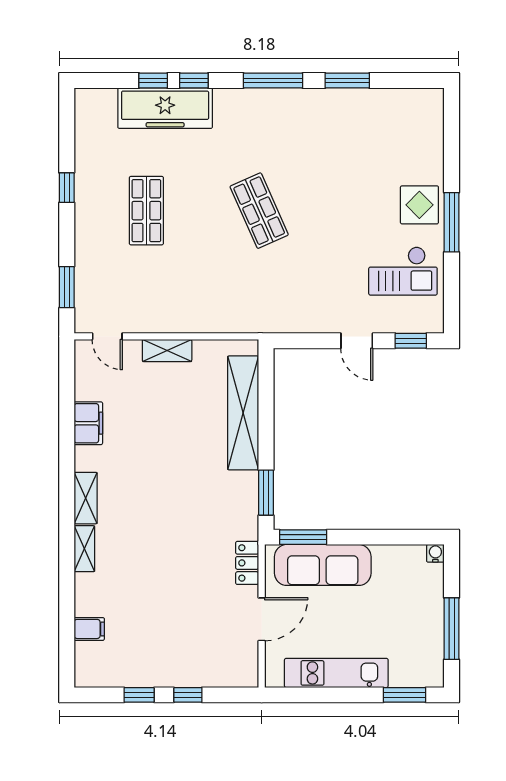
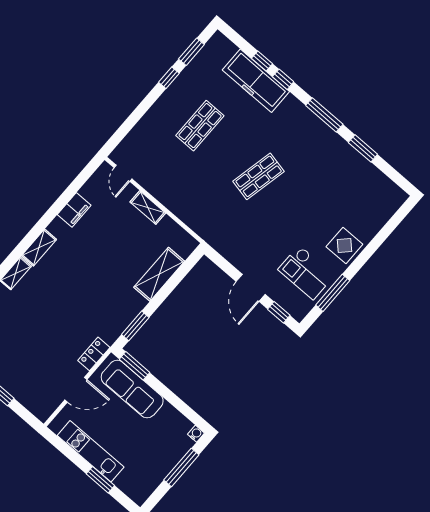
shop shelf: (259, 211) -> (259, 176), turned 36
window: (452, 222) -> (333, 293), moved
window: (67, 287) -> (191, 52), moved
door: (357, 341) -> (251, 288), width x1.38
shelving: (243, 413) -> (159, 274), width x0.68
window: (452, 629) -> (181, 468), moved
window: (405, 695) -> (100, 480), moved

